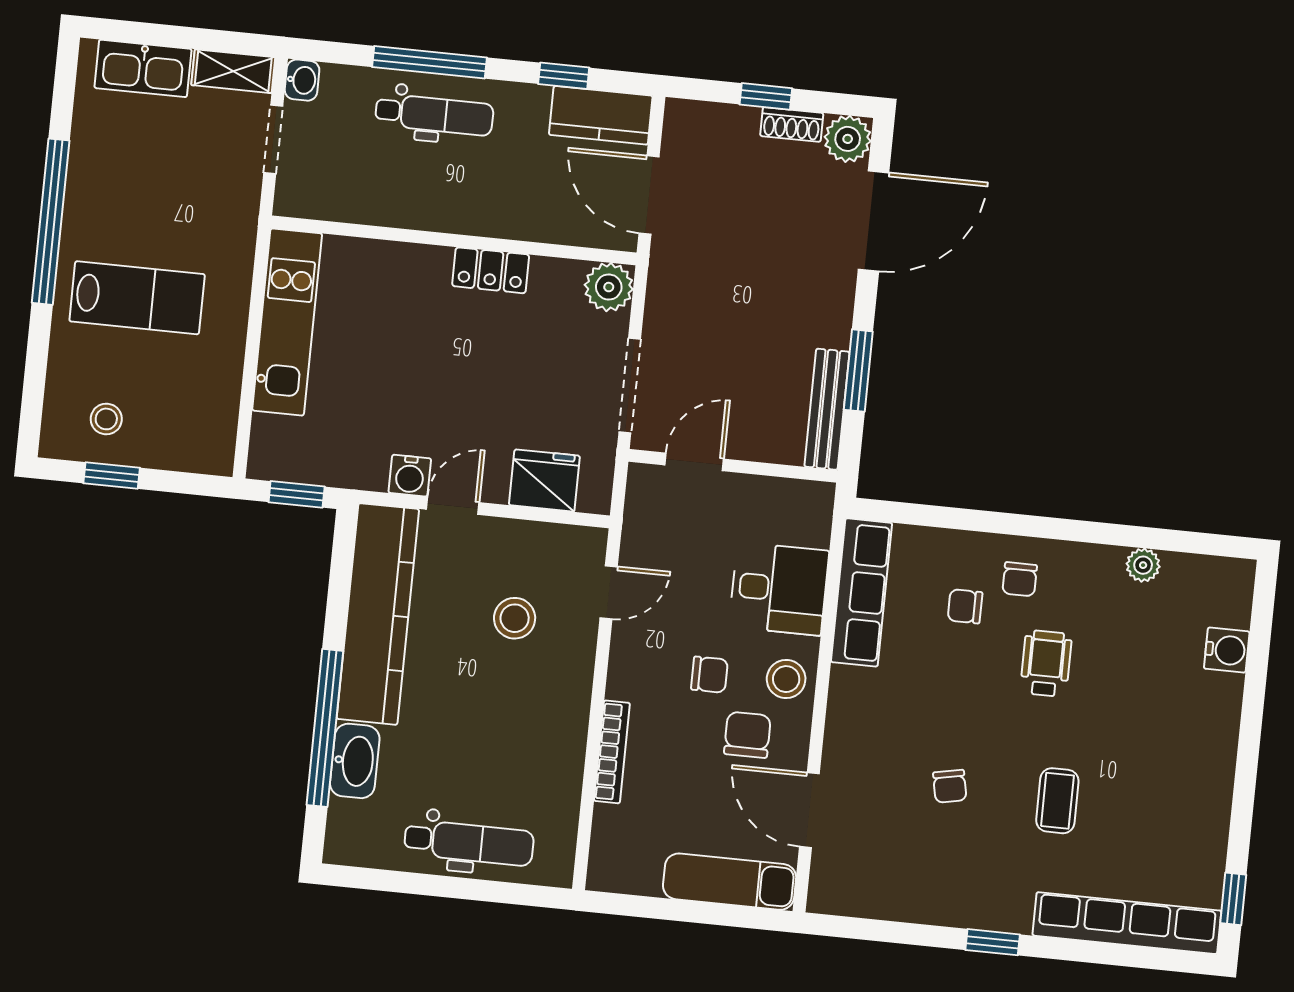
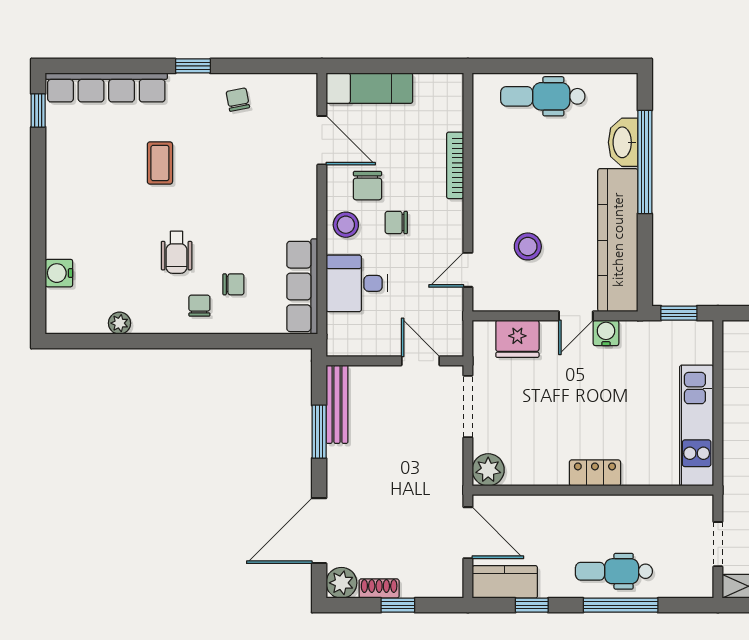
washbasin: (302, 80) -> (703, 585), removed
locker: (491, 270) -> (595, 473), moved
door: (694, 462) -> (421, 361), swing flipped
chair: (950, 786) -> (238, 100), moved

